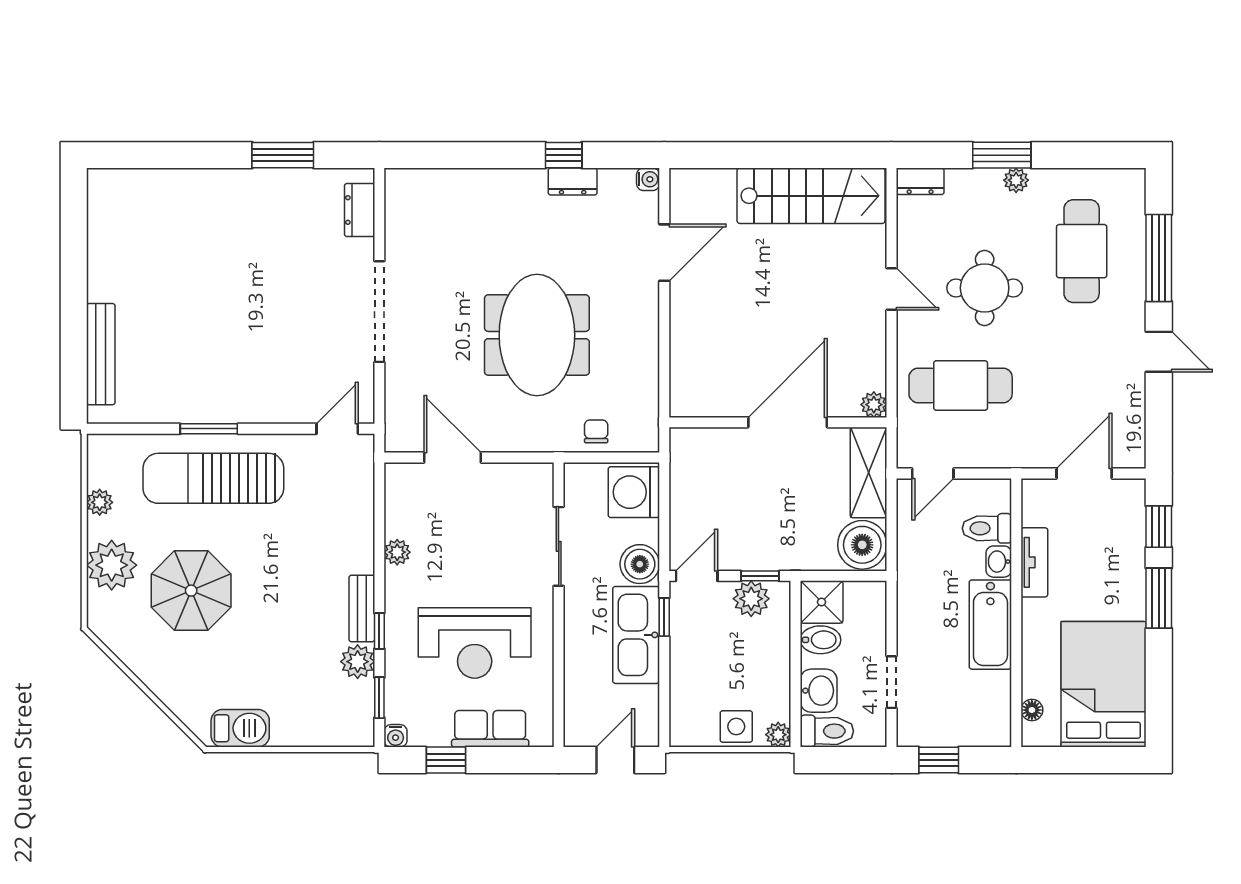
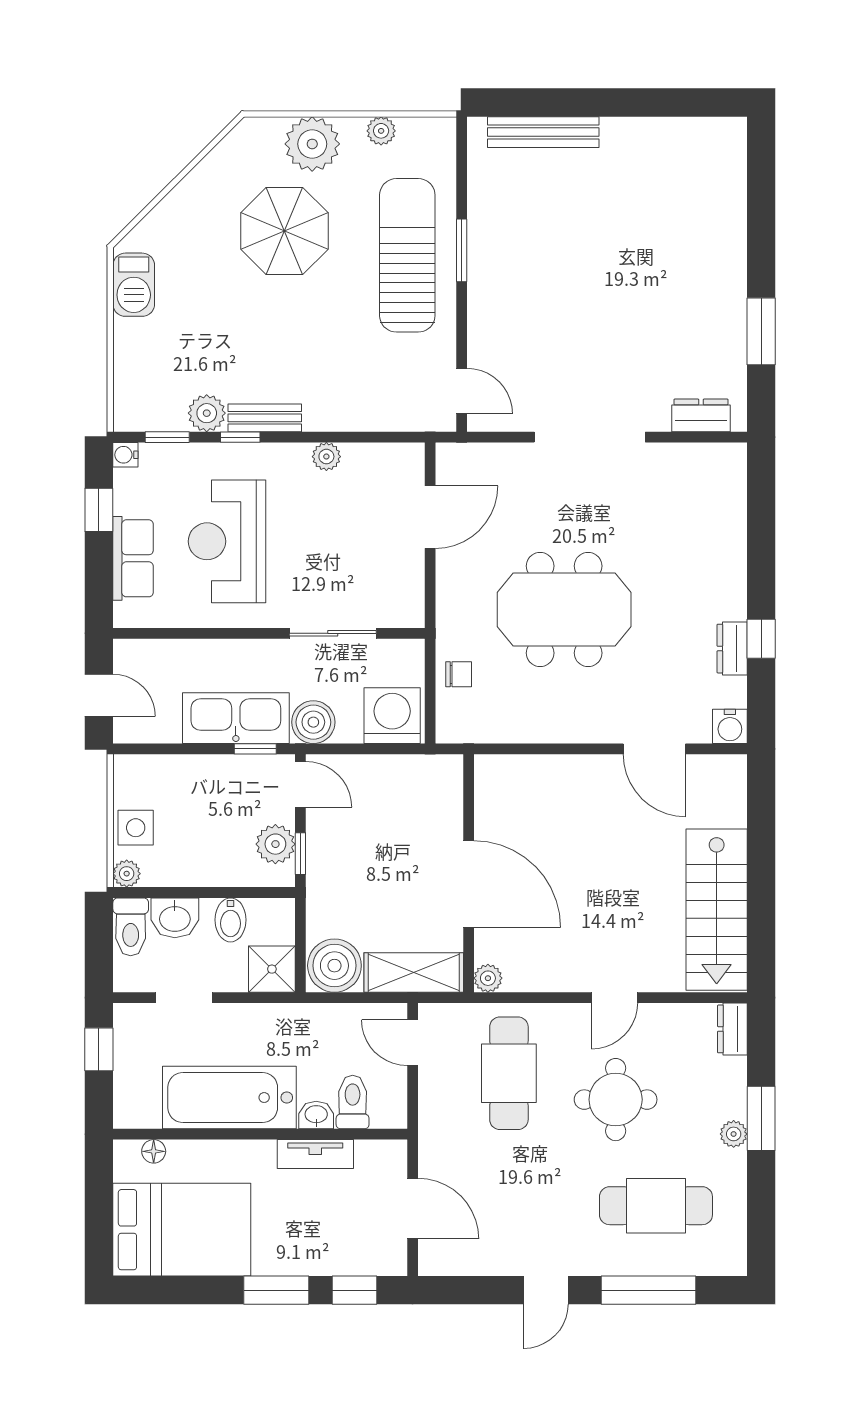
water cooler: (648, 179) -> (730, 726), width x1.38, depth x1.38
shower: (822, 602) -> (272, 969), moved
bathtub: (990, 625) -> (229, 1098), width x1.36, depth x1.36

